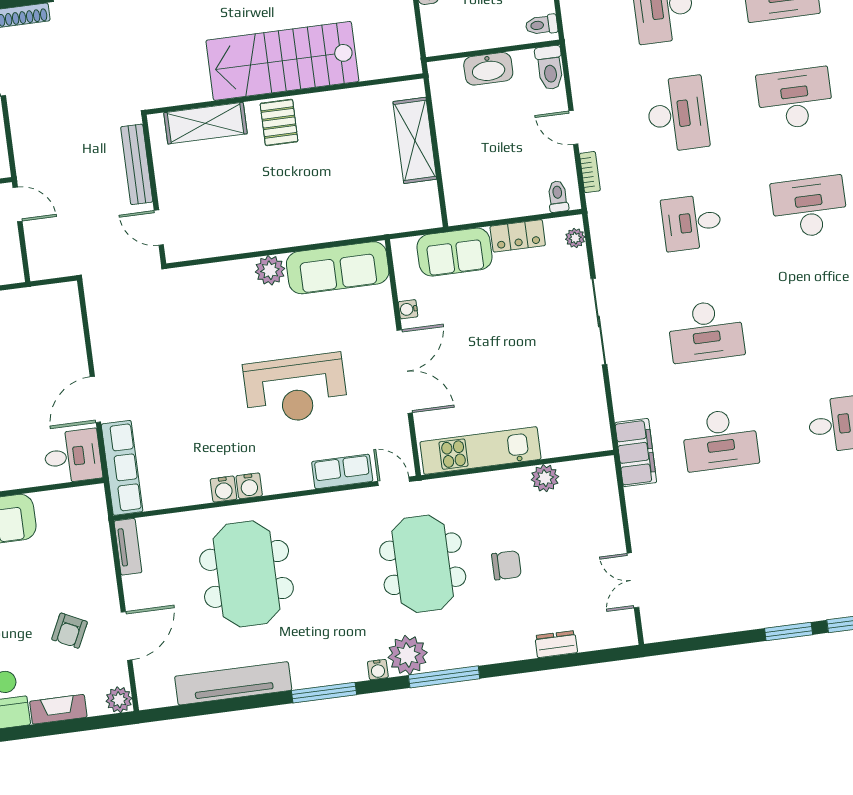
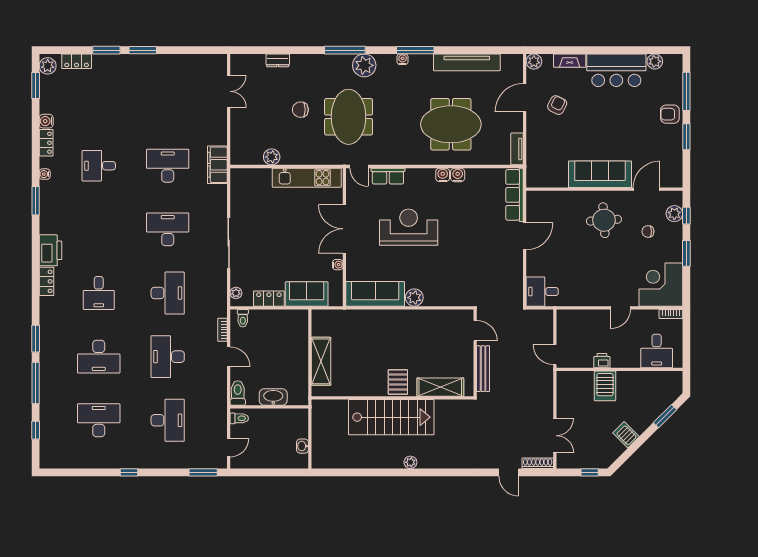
desk: (809, 207) -> (99, 293), width x0.73
desk: (692, 223) -> (168, 293), width x1.37
desk: (73, 456) -> (542, 292), moved
meeting table: (247, 574) -> (451, 124), turned 90
water cooler: (378, 670) -> (403, 59), moved

